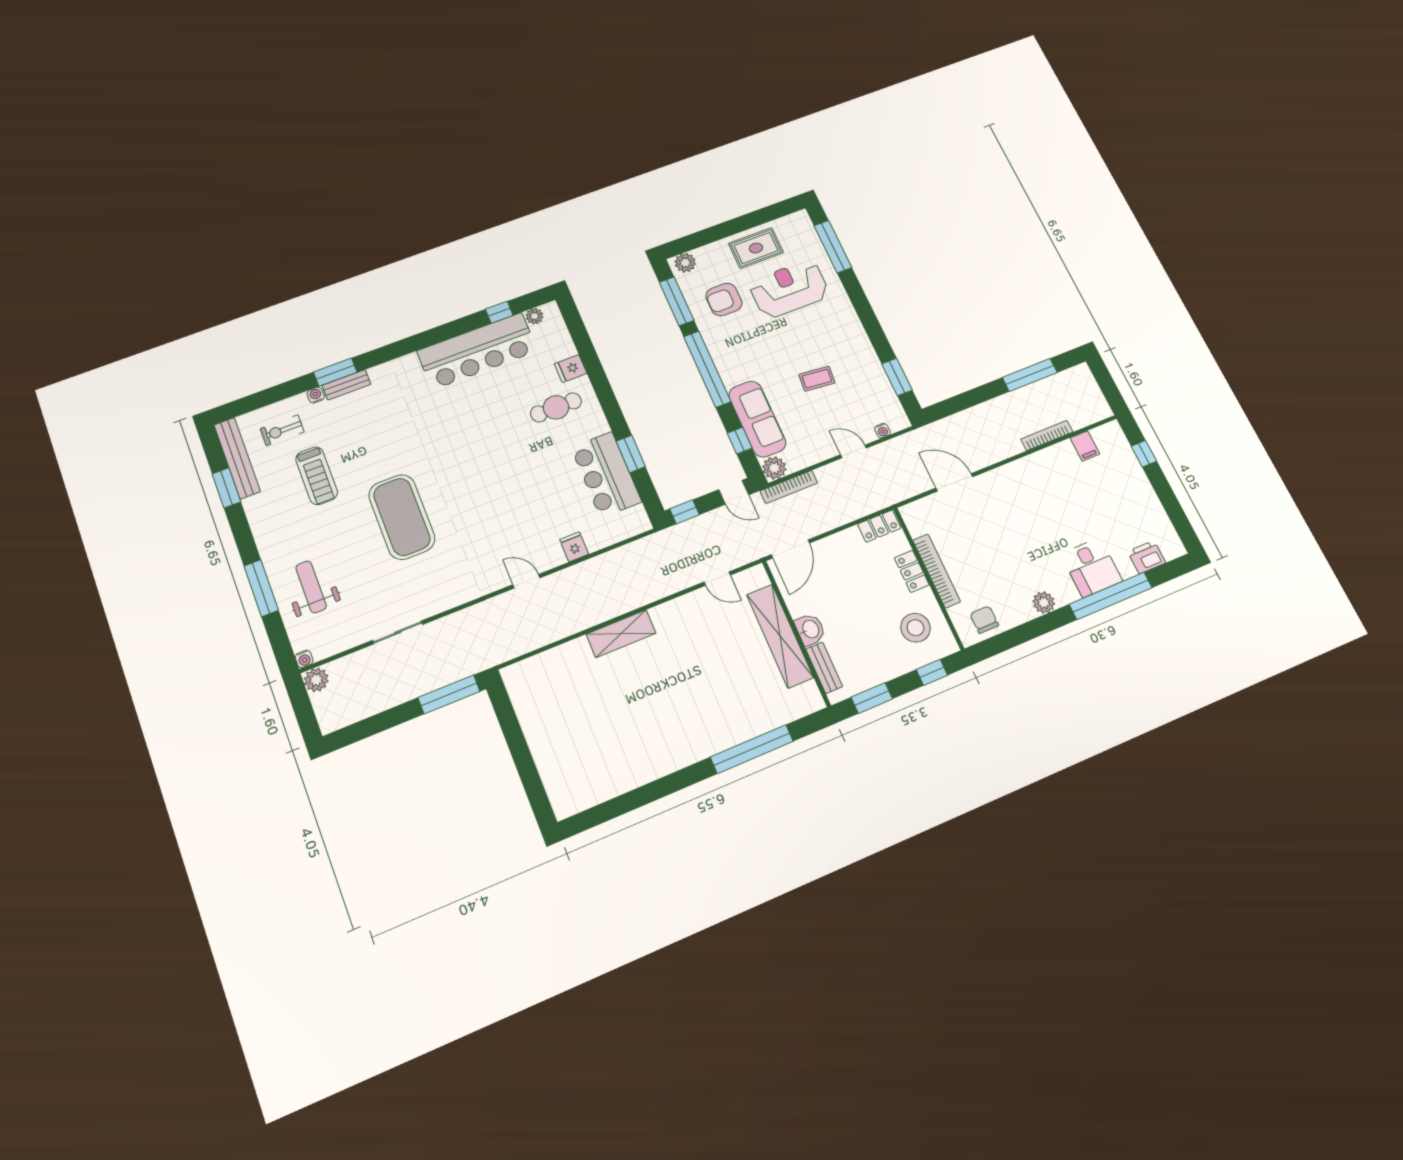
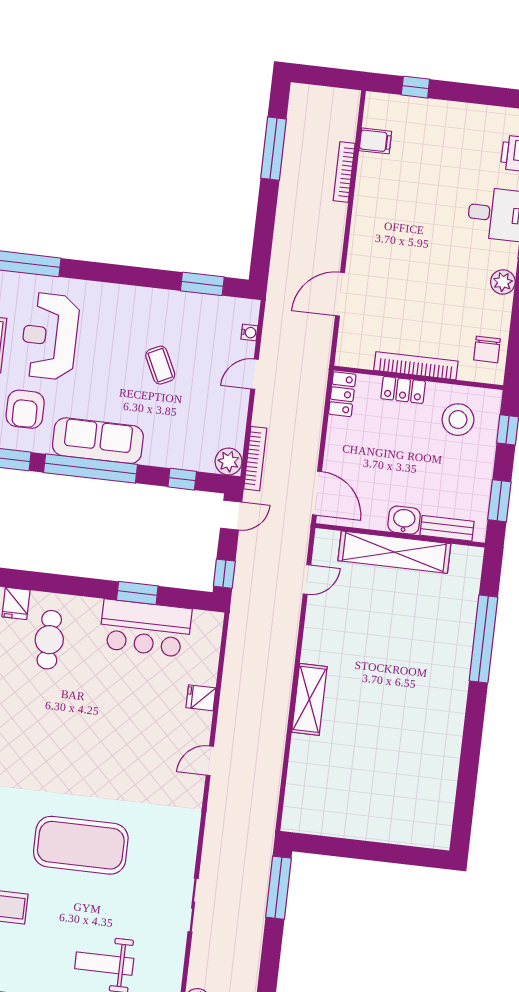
coffee table: (817, 379) -> (160, 365), turned -32
sofa: (757, 419) -> (98, 441), moved
chair: (984, 620) -> (487, 349), turned -90

